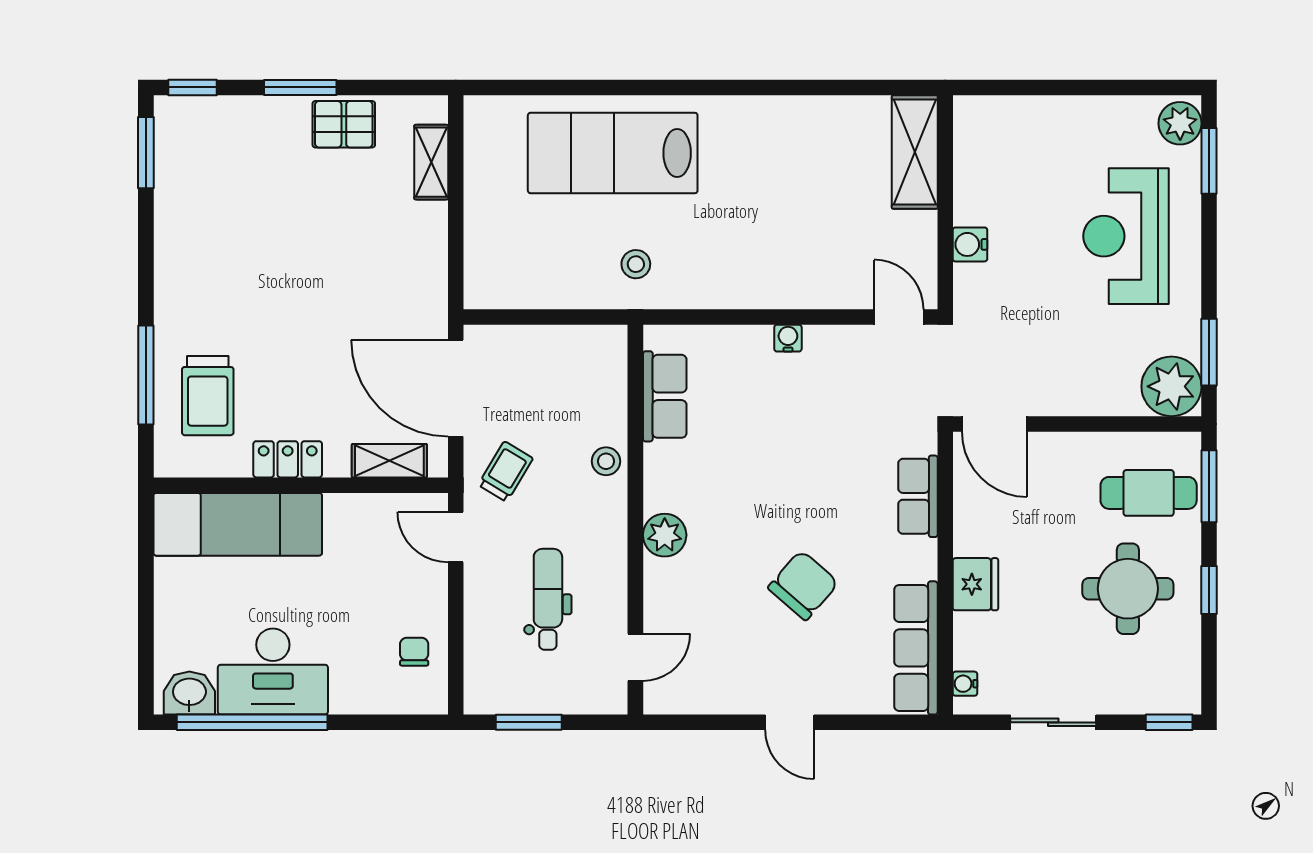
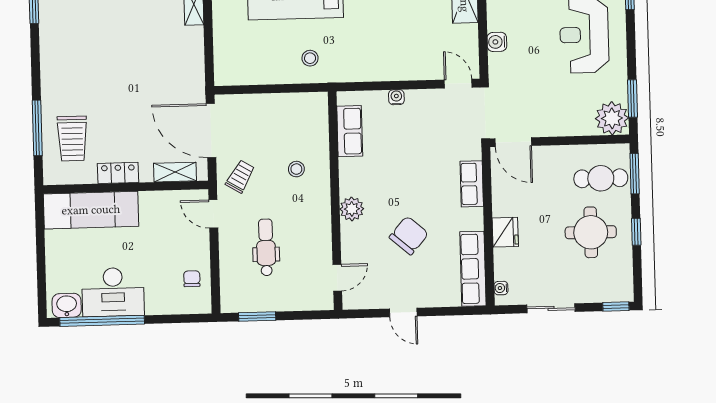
row of seats: (665, 396) -> (350, 131), moved
wall: (635, 520) -> (335, 201), moved
plant: (665, 535) -> (352, 209), moved
door: (635, 657) -> (337, 278), moved

